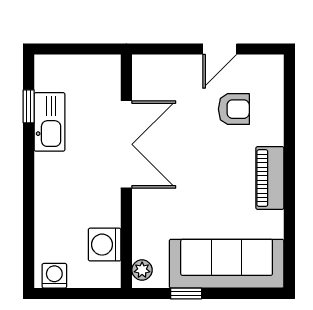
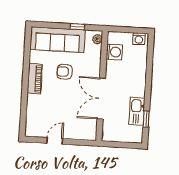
armchair: (234, 109) -> (65, 72), moved

